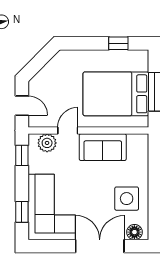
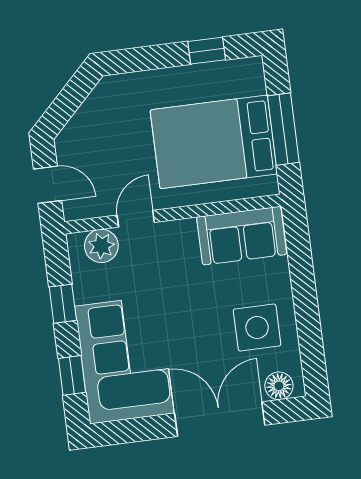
sofa: (103, 147) -> (242, 236), moved
window: (22, 155) -> (63, 304), moved

